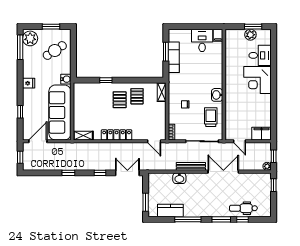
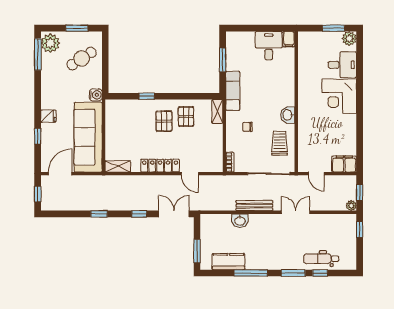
plant: (250, 35) -> (349, 38), moved
exam couch: (174, 57) -> (233, 91), moved
fridge: (29, 83) -> (48, 116), moved
door: (154, 141) -> (190, 174), moved
double door: (223, 172) -> (296, 212), width x0.73

